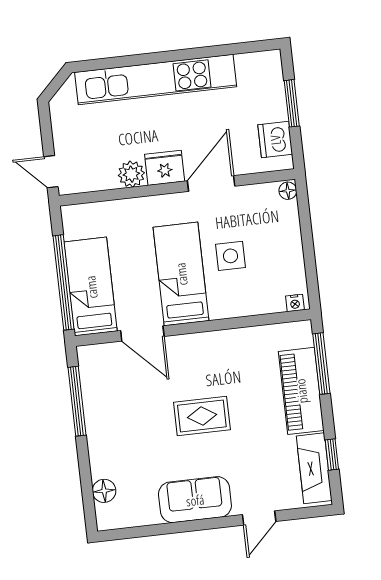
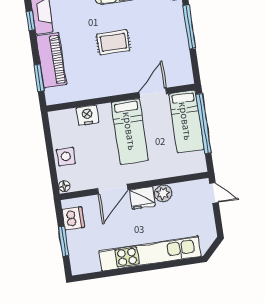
side table: (231, 256) -> (66, 157), moved
nightstand: (295, 303) -> (87, 115), moved, width x1.89, depth x1.79
door: (142, 333) -> (153, 93), hinge flipped
window: (321, 364) -> (39, 78), width x0.69
window: (77, 401) -> (189, 27), moved

